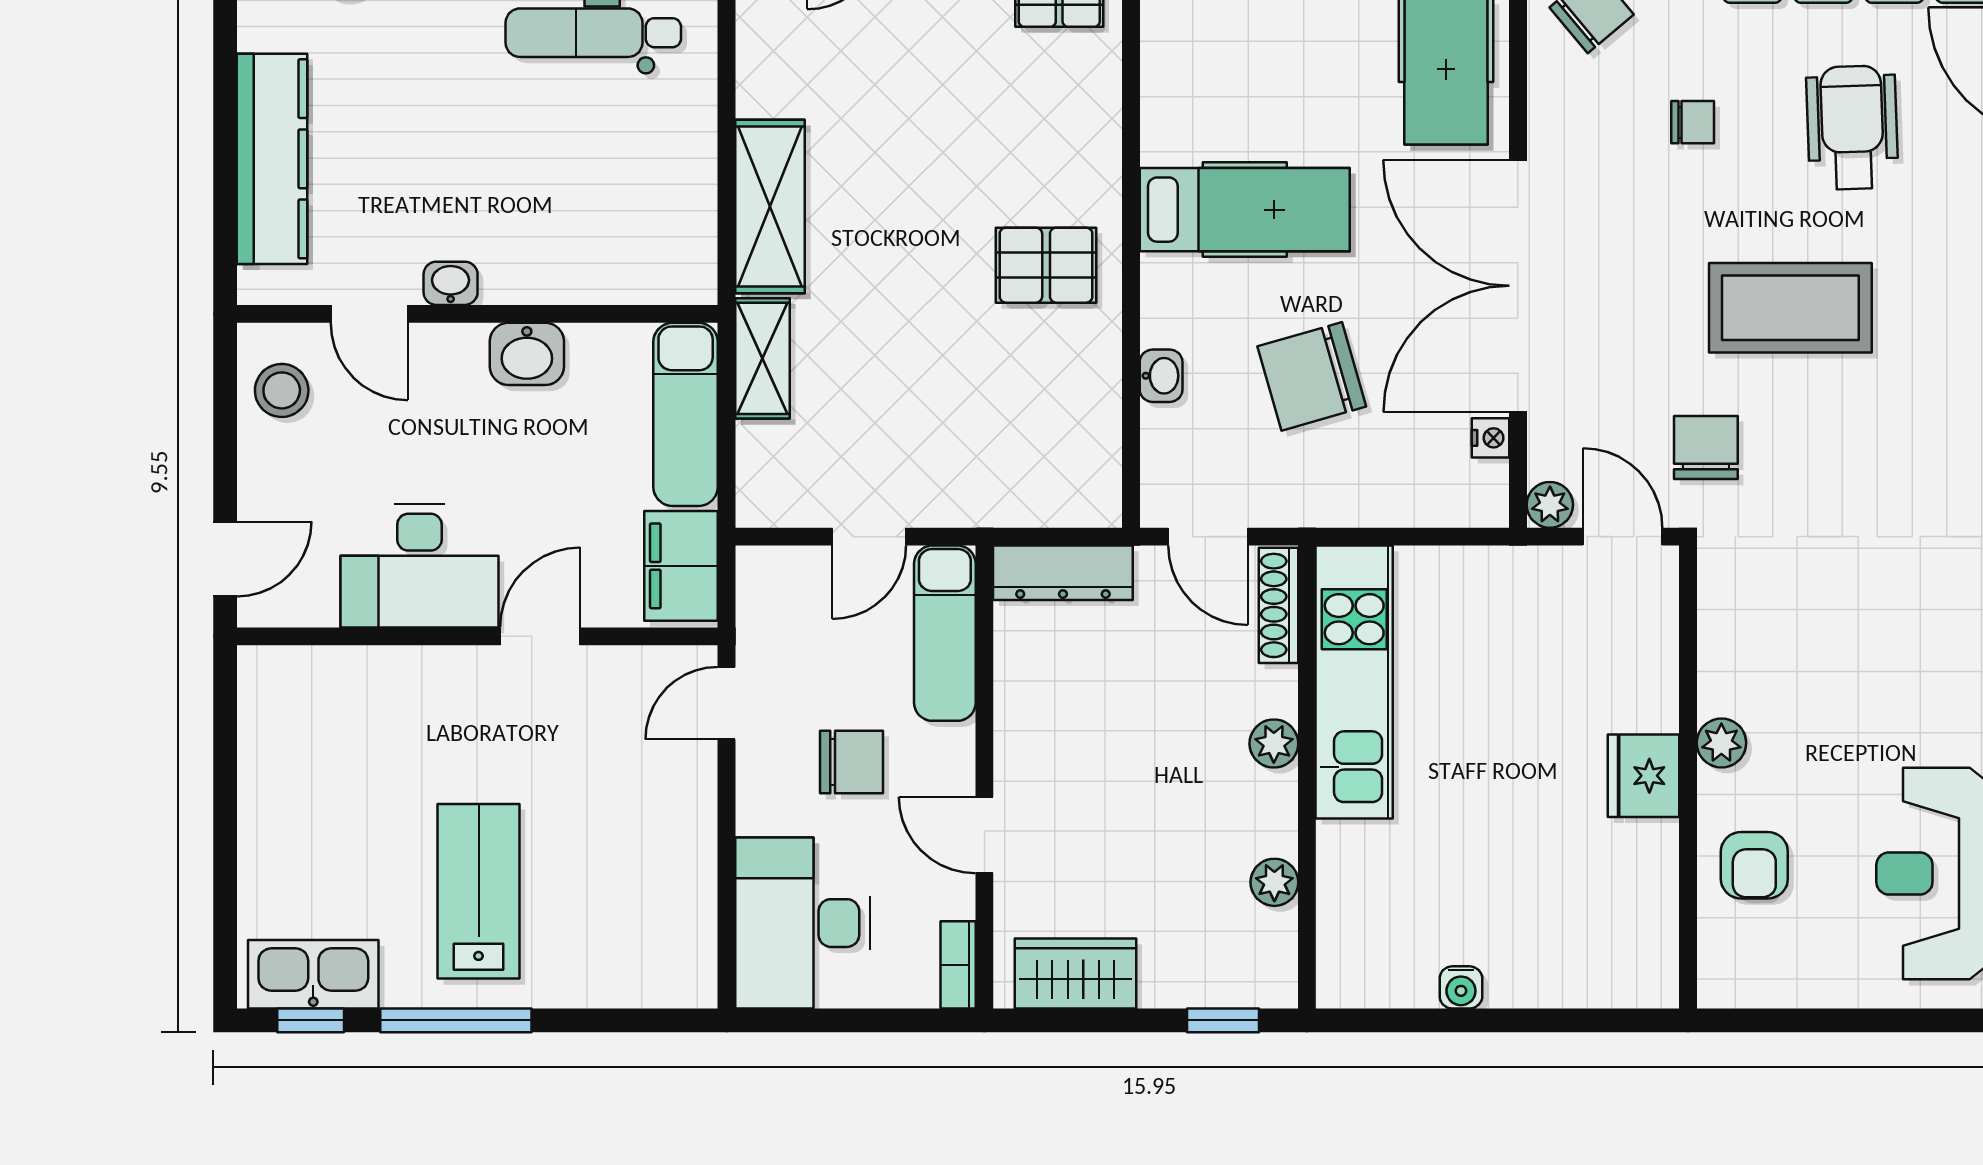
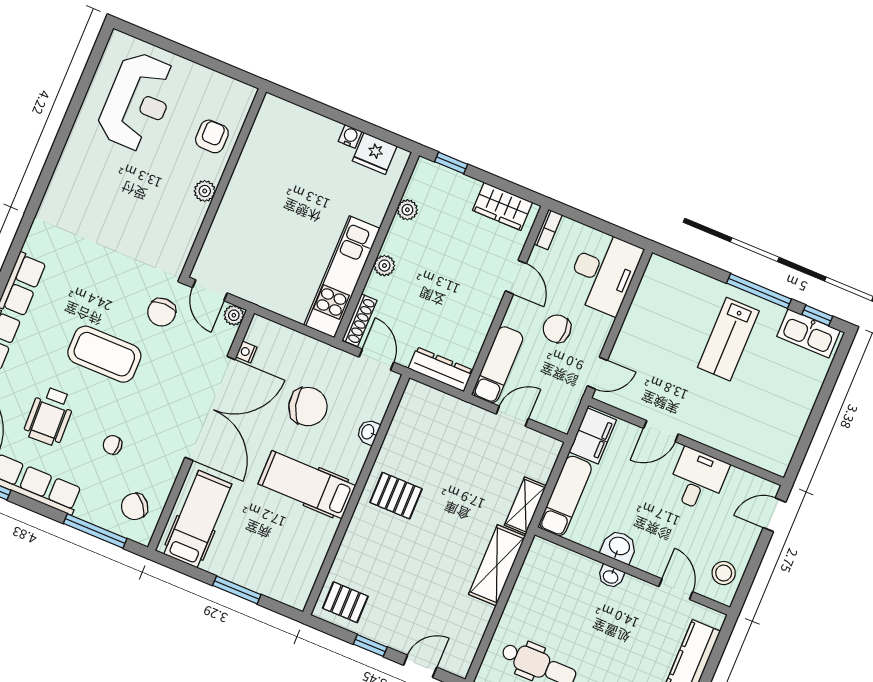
washbasin: (451, 283) -> (611, 576), moved
desk: (419, 566) -> (698, 480), width x0.73
fridge: (1644, 776) -> (375, 153), moved, turned 90

